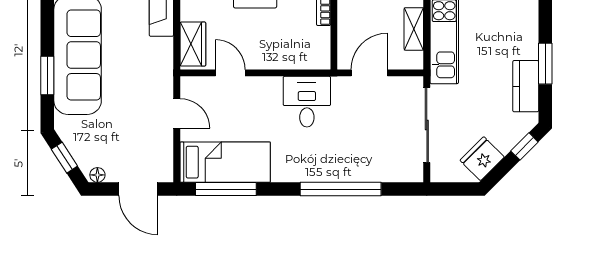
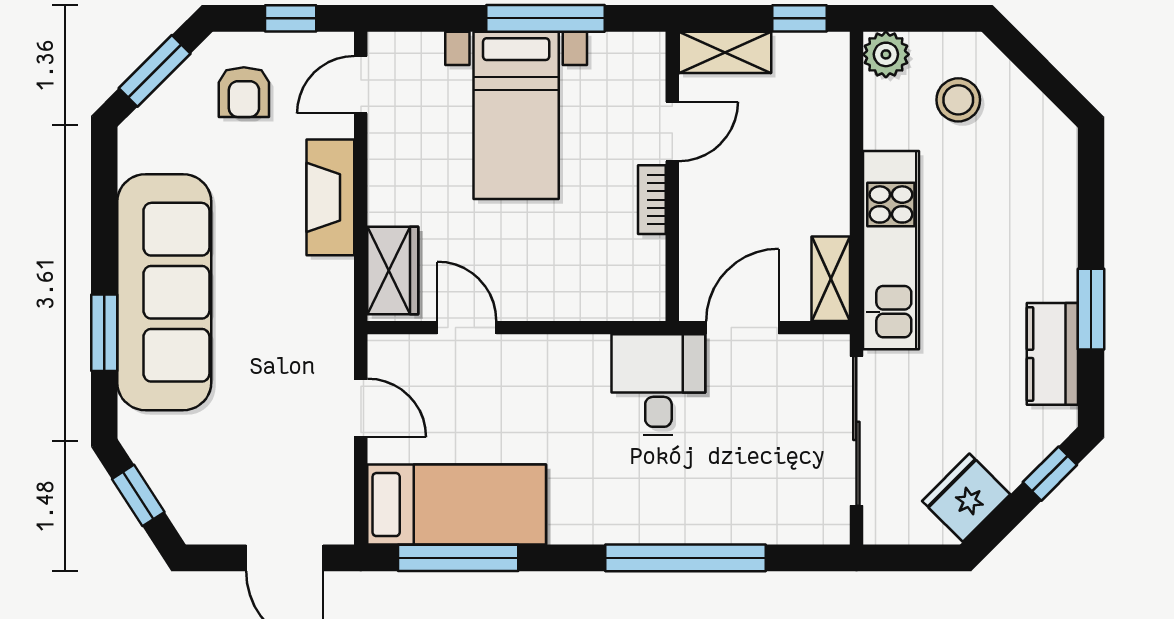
shelving: (414, 29) -> (831, 279), moved
desk: (307, 102) -> (658, 385), moved
floor lamp: (97, 175) -> (204, 530), removed

